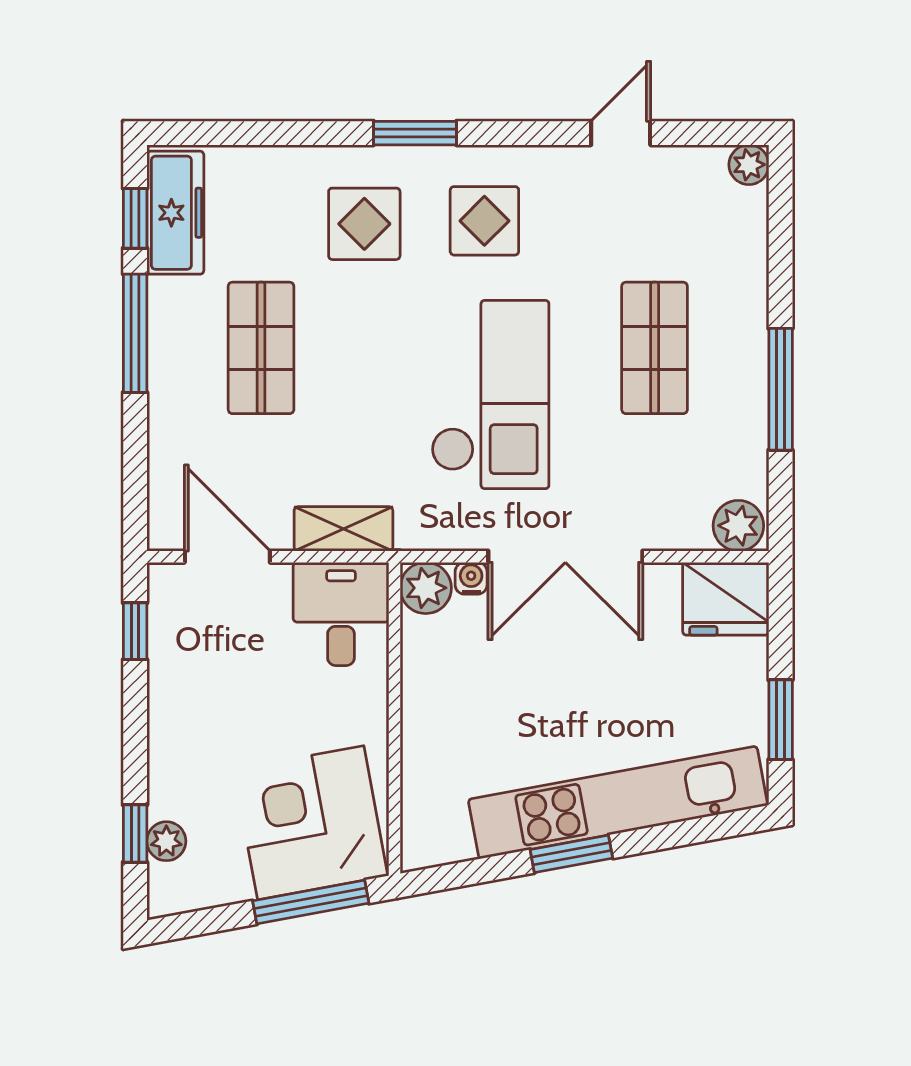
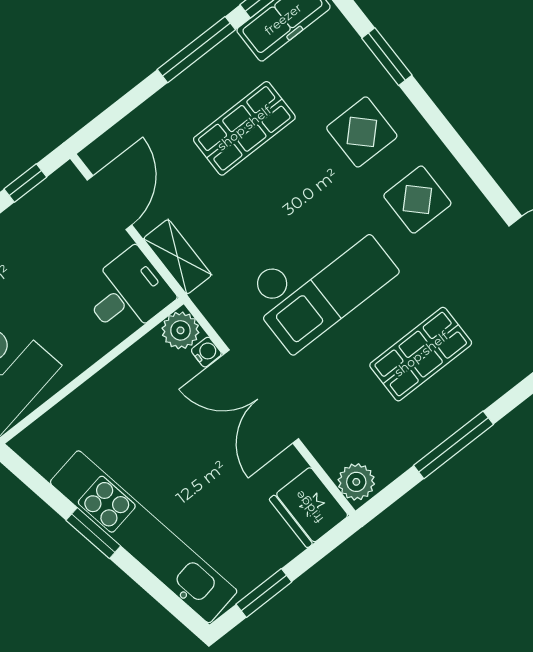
window: (415, 133) -> (387, 57), moved

